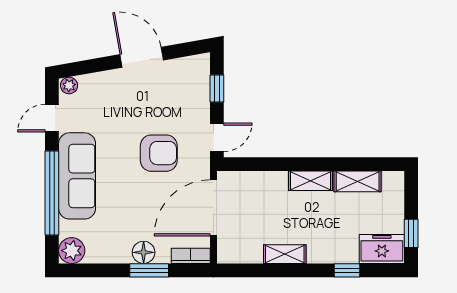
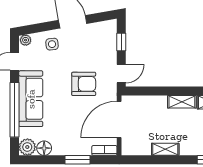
side table: (110, 92) -> (52, 44), added
floor lamp: (144, 252) -> (44, 148), moved

